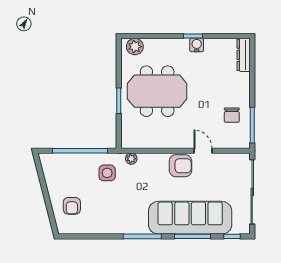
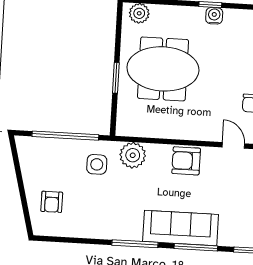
door: (203, 151) -> (233, 145), moved
plant: (131, 159) -> (133, 155), width x1.87, depth x1.87
armchair: (180, 166) -> (186, 161), turned 180
sofa: (190, 218) -> (181, 228), width x0.74, depth x0.79

